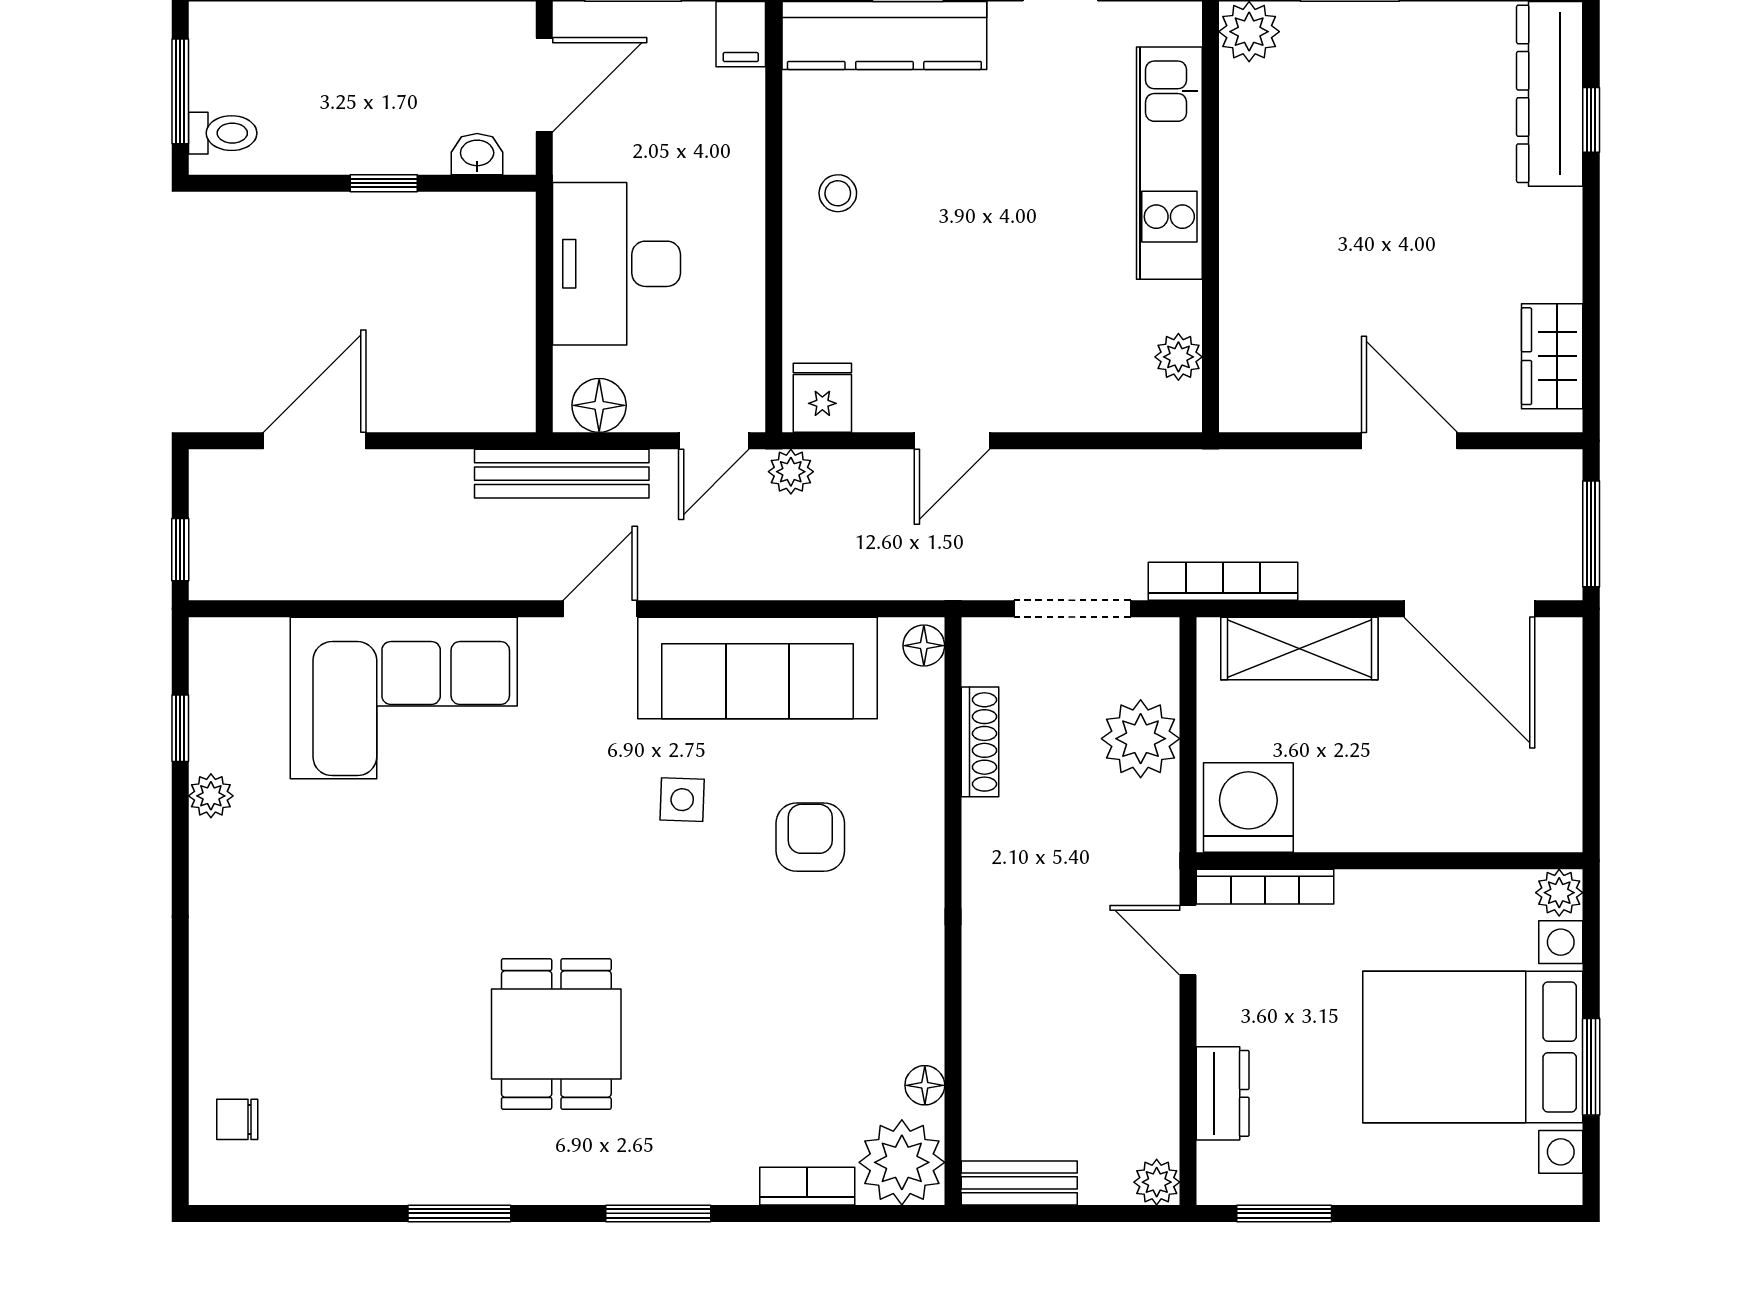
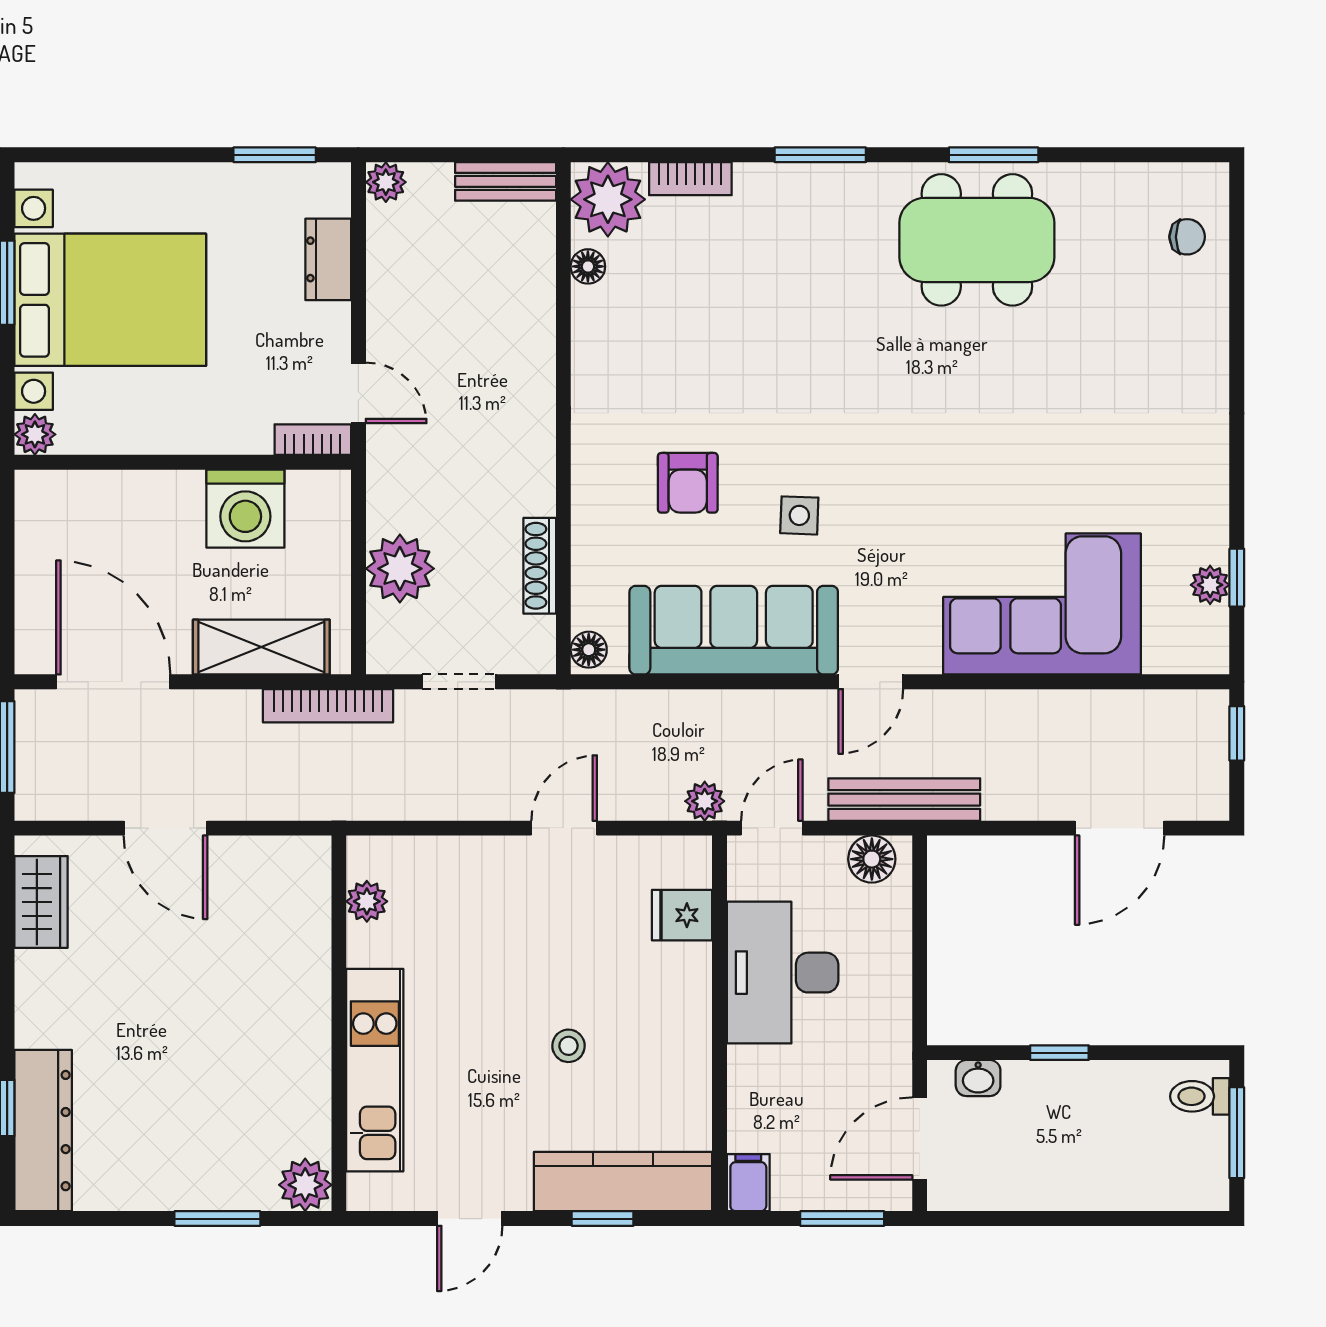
stool: (838, 193) -> (568, 1046), moved
desk: (617, 264) -> (783, 973), moved, turned 180
fridge: (822, 398) -> (682, 915), moved, turned 90
doorway: (1072, 609) -> (459, 682), width x0.73
plant: (211, 796) -> (1210, 585), moved
washing machine: (1248, 808) -> (245, 509), moved
bookcase: (1265, 887) -> (313, 440), width x0.64
dining table: (556, 1034) -> (977, 240), moved, width x1.38

